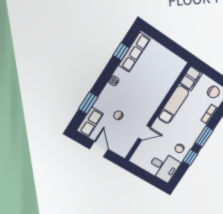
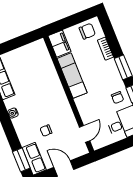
window: (88, 103) -> (21, 160), moved
door: (144, 133) -> (85, 134), moved

